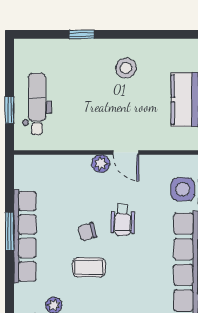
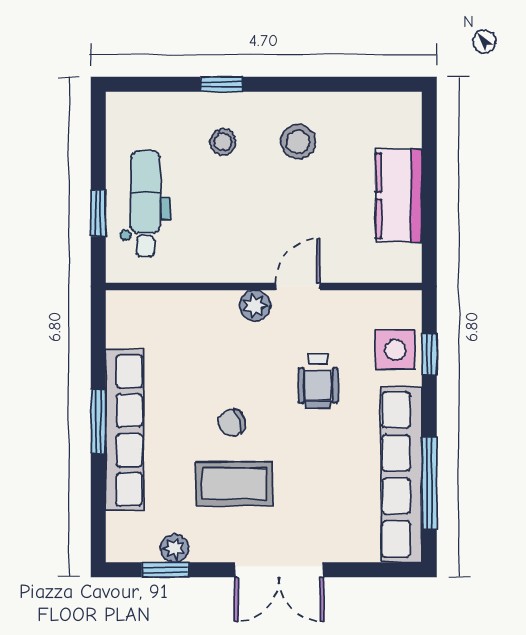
stool: (82, 68) -> (223, 142), added
door: (126, 152) -> (298, 286), swing flipped
wheelchair: (123, 220) -> (318, 381), moved
coffee table: (89, 267) -> (234, 484), width x1.36, depth x1.30

